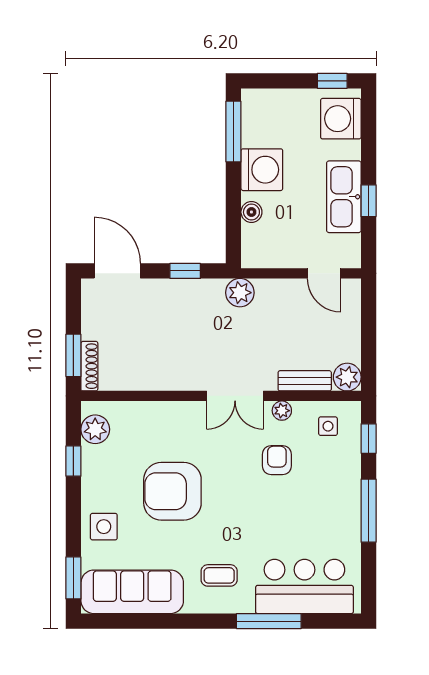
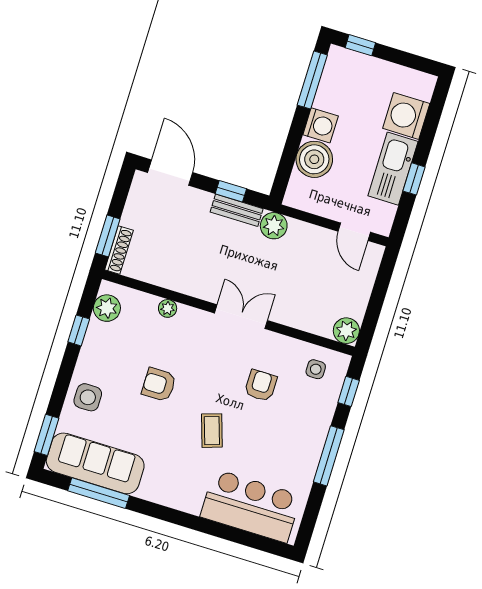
window: (332, 81) -> (360, 45), moved
washing machine: (341, 119) -> (406, 116), moved
washing machine: (262, 170) -> (321, 125), width x0.73, depth x0.73
boiler: (251, 212) -> (314, 159), width x1.86, depth x1.86
bench: (305, 381) -> (237, 210), moved
double door: (235, 396) -> (241, 317), swing flipped
plant: (282, 411) -> (168, 308), moved
armchair: (172, 491) -> (159, 385), width x0.53, depth x0.53
coffee table: (219, 575) -> (212, 431), moved, turned 72
window: (269, 621) -> (99, 493), moved

